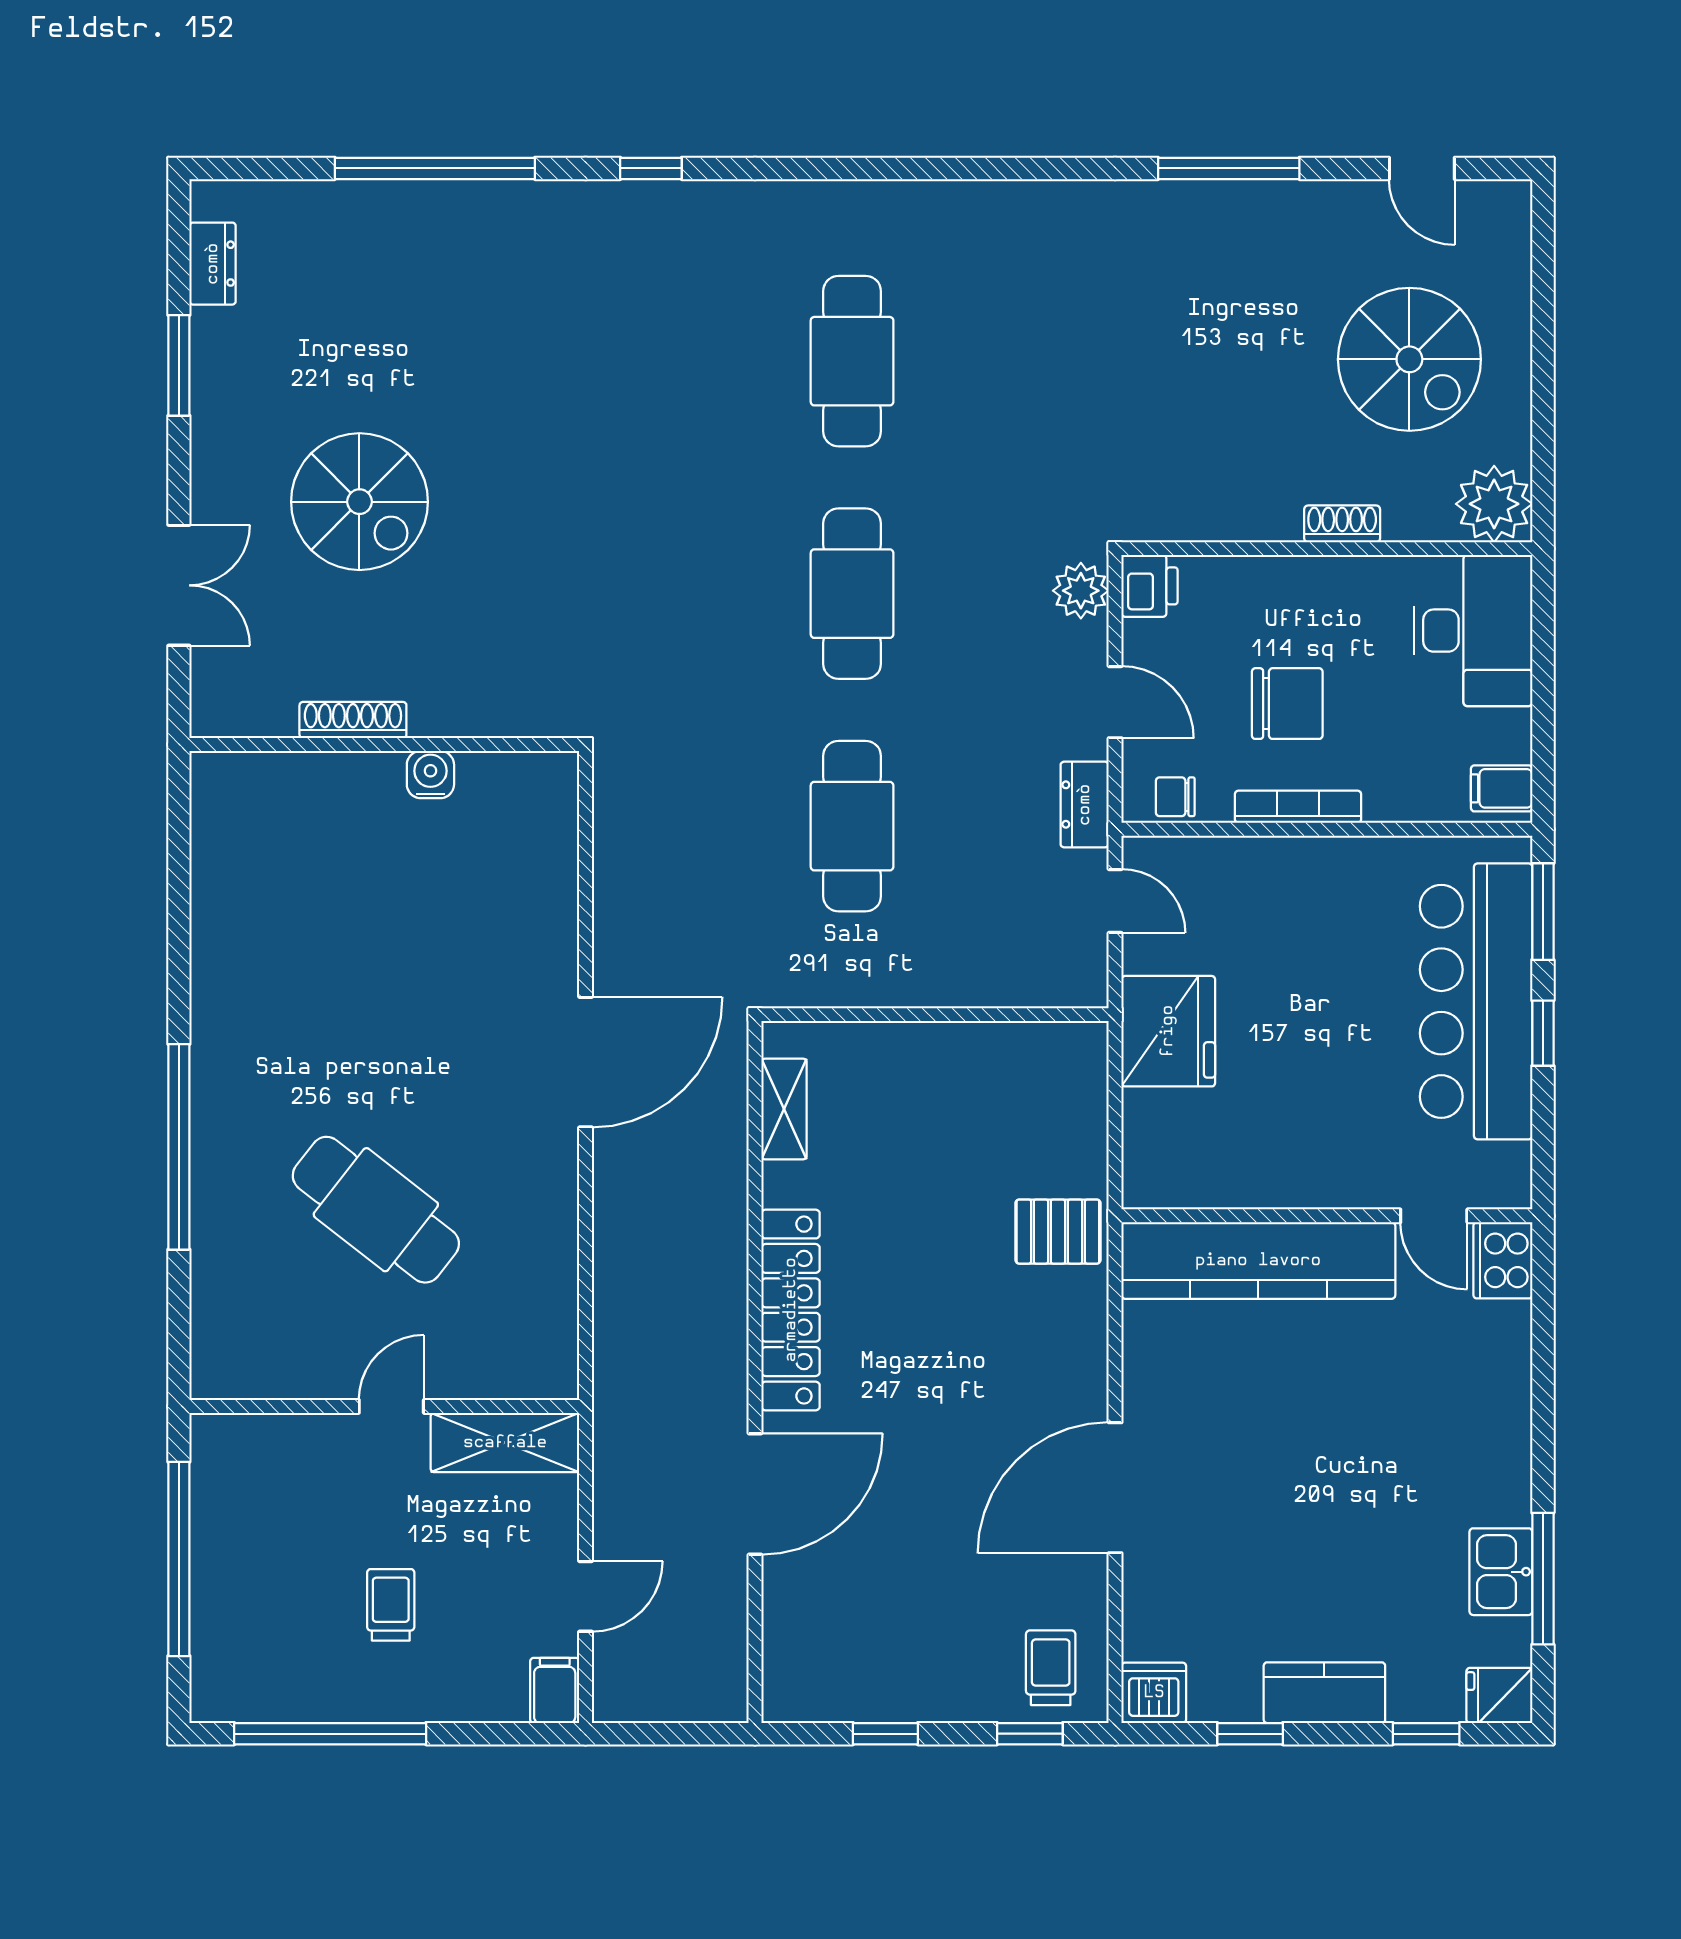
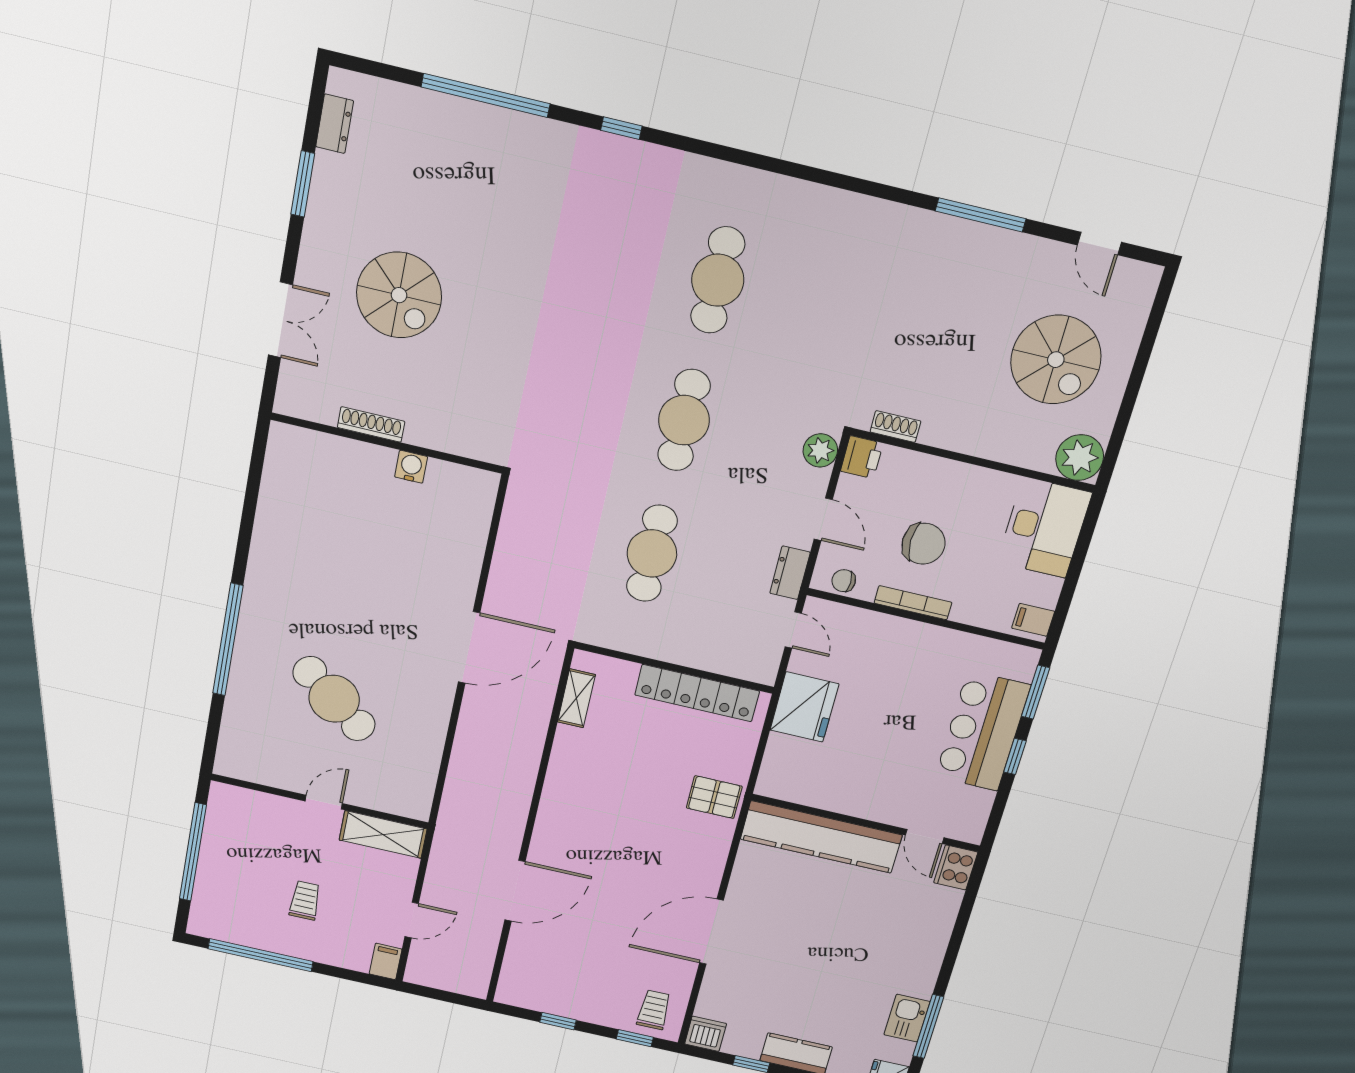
shoe rack: (1342, 524) -> (895, 427), moved
bar counter: (1476, 1001) -> (983, 731), width x0.73
locker: (791, 1310) -> (697, 693), moved, turned 90

